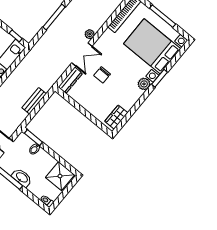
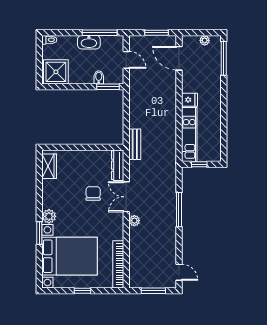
window: (163, 16) -> (82, 291), width x0.46
bench: (34, 101) -> (135, 144), moved

